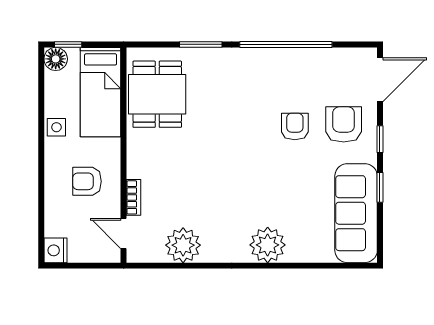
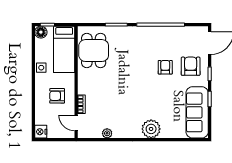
plant: (183, 245) -> (107, 133), width x0.53, depth x0.53

